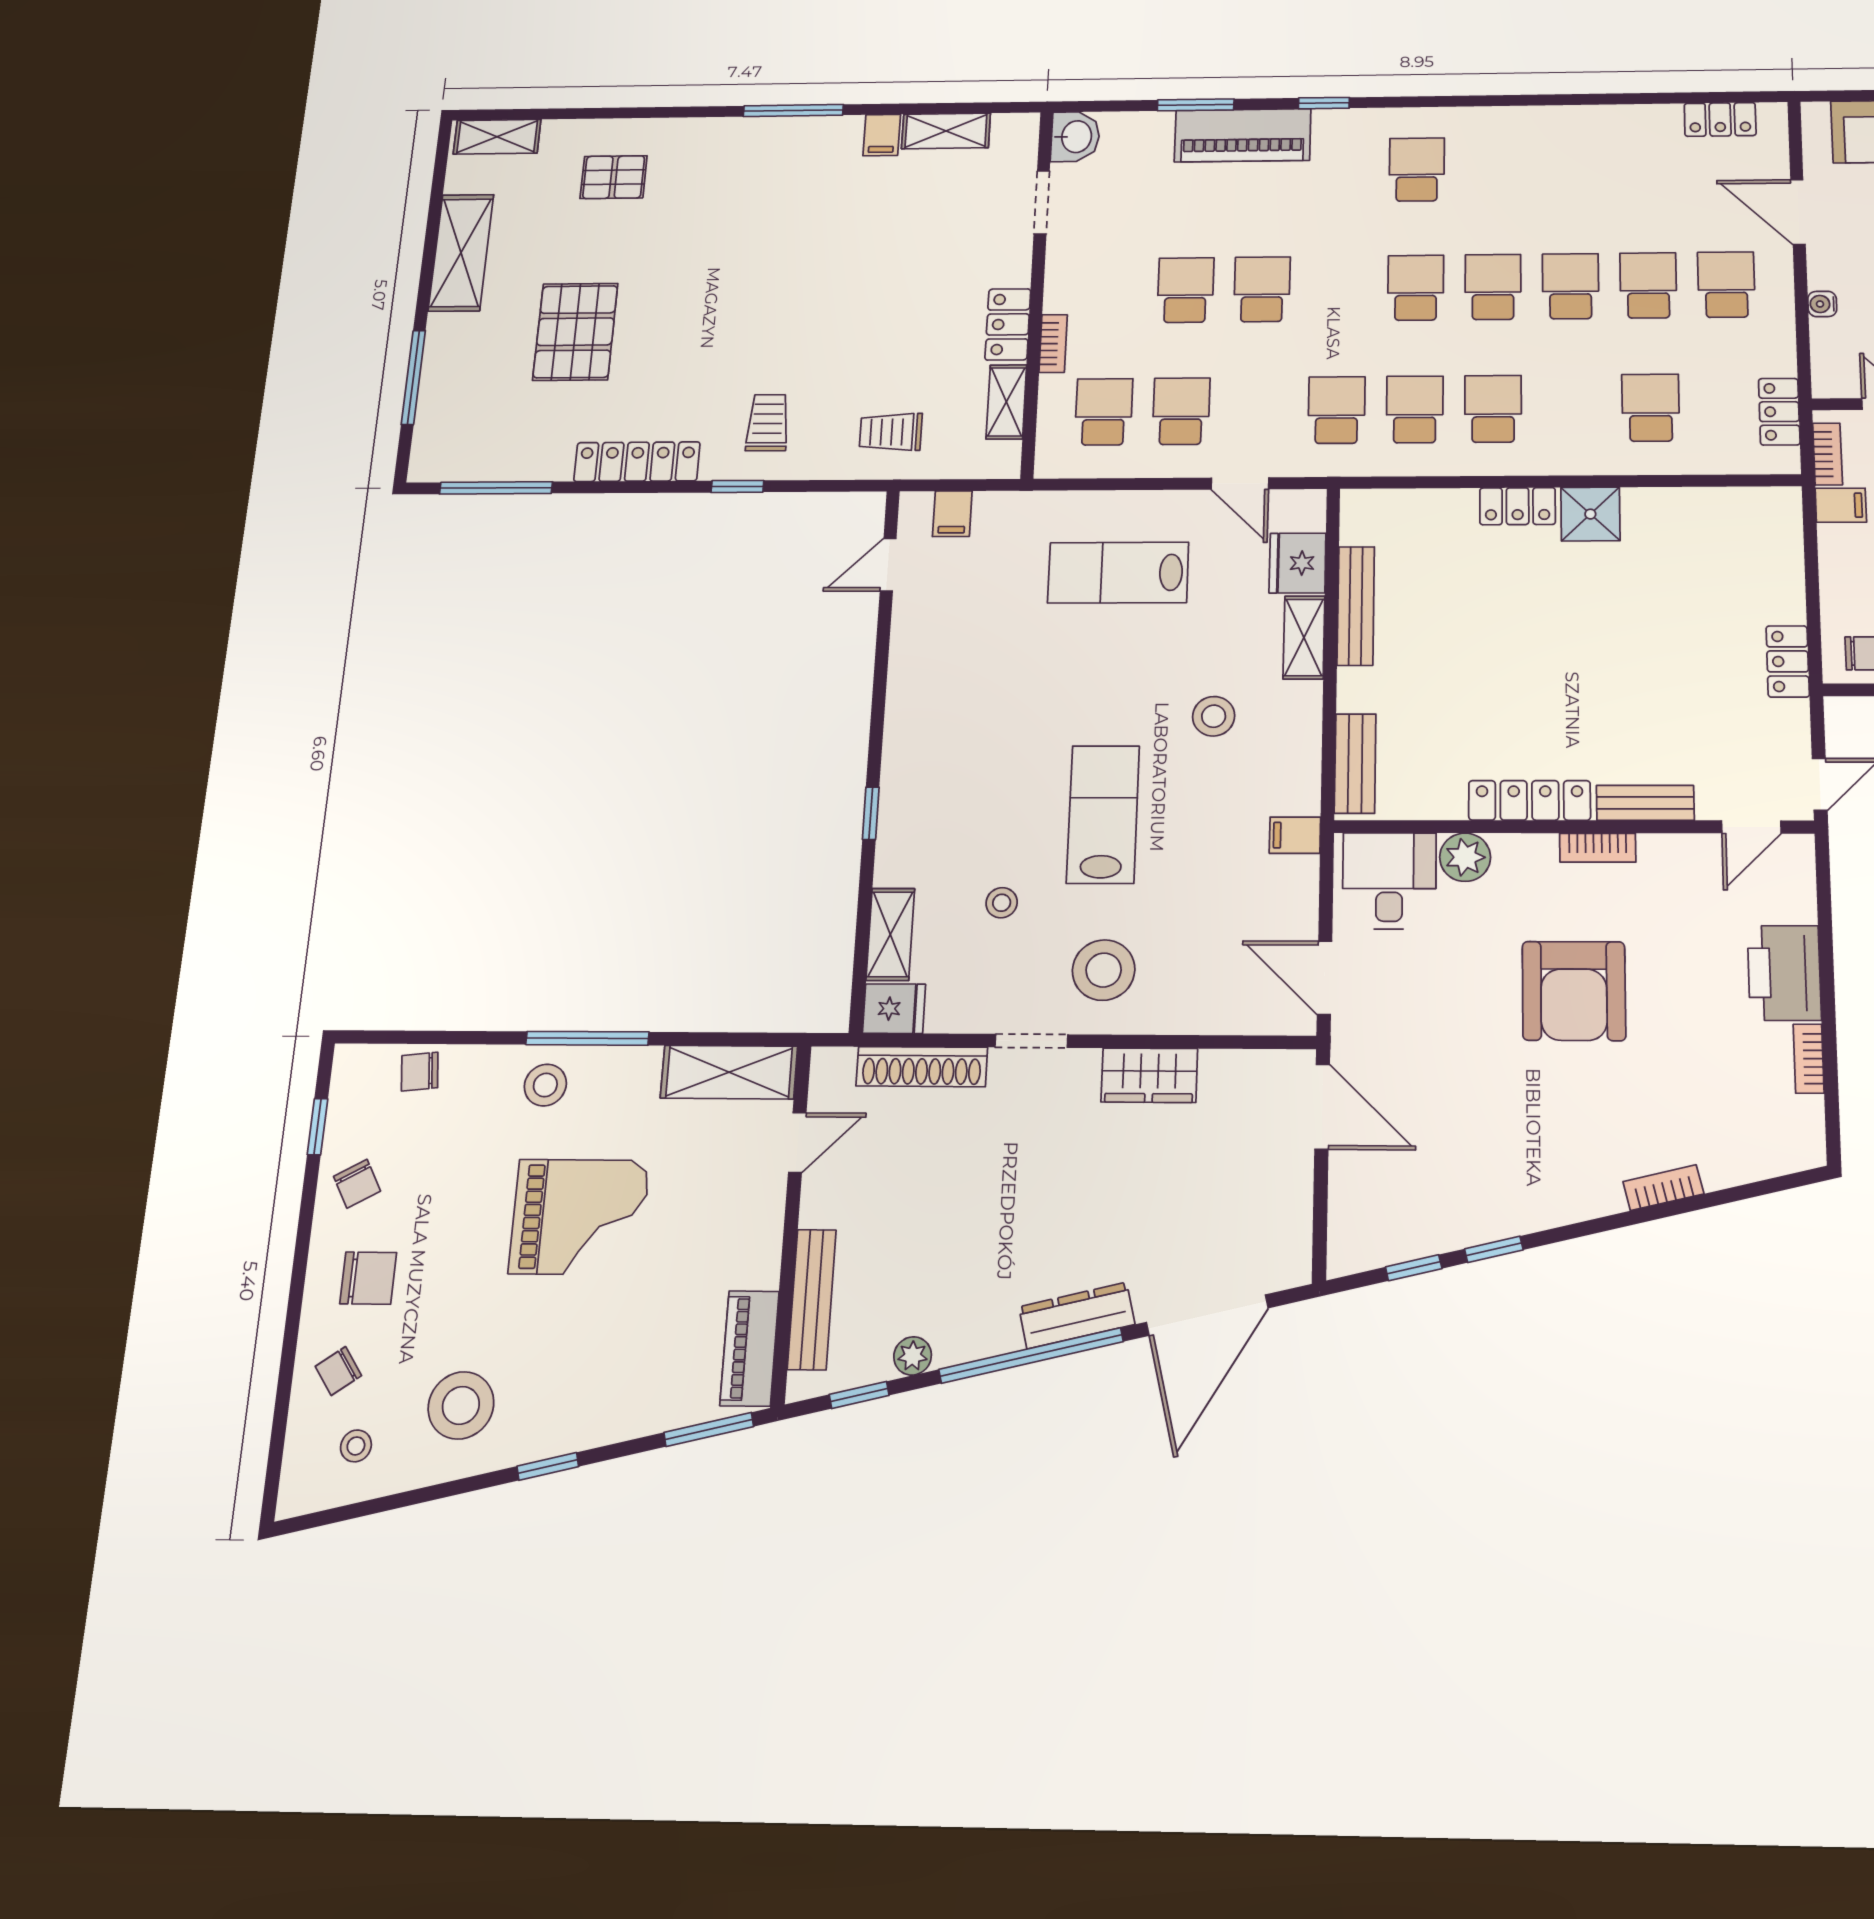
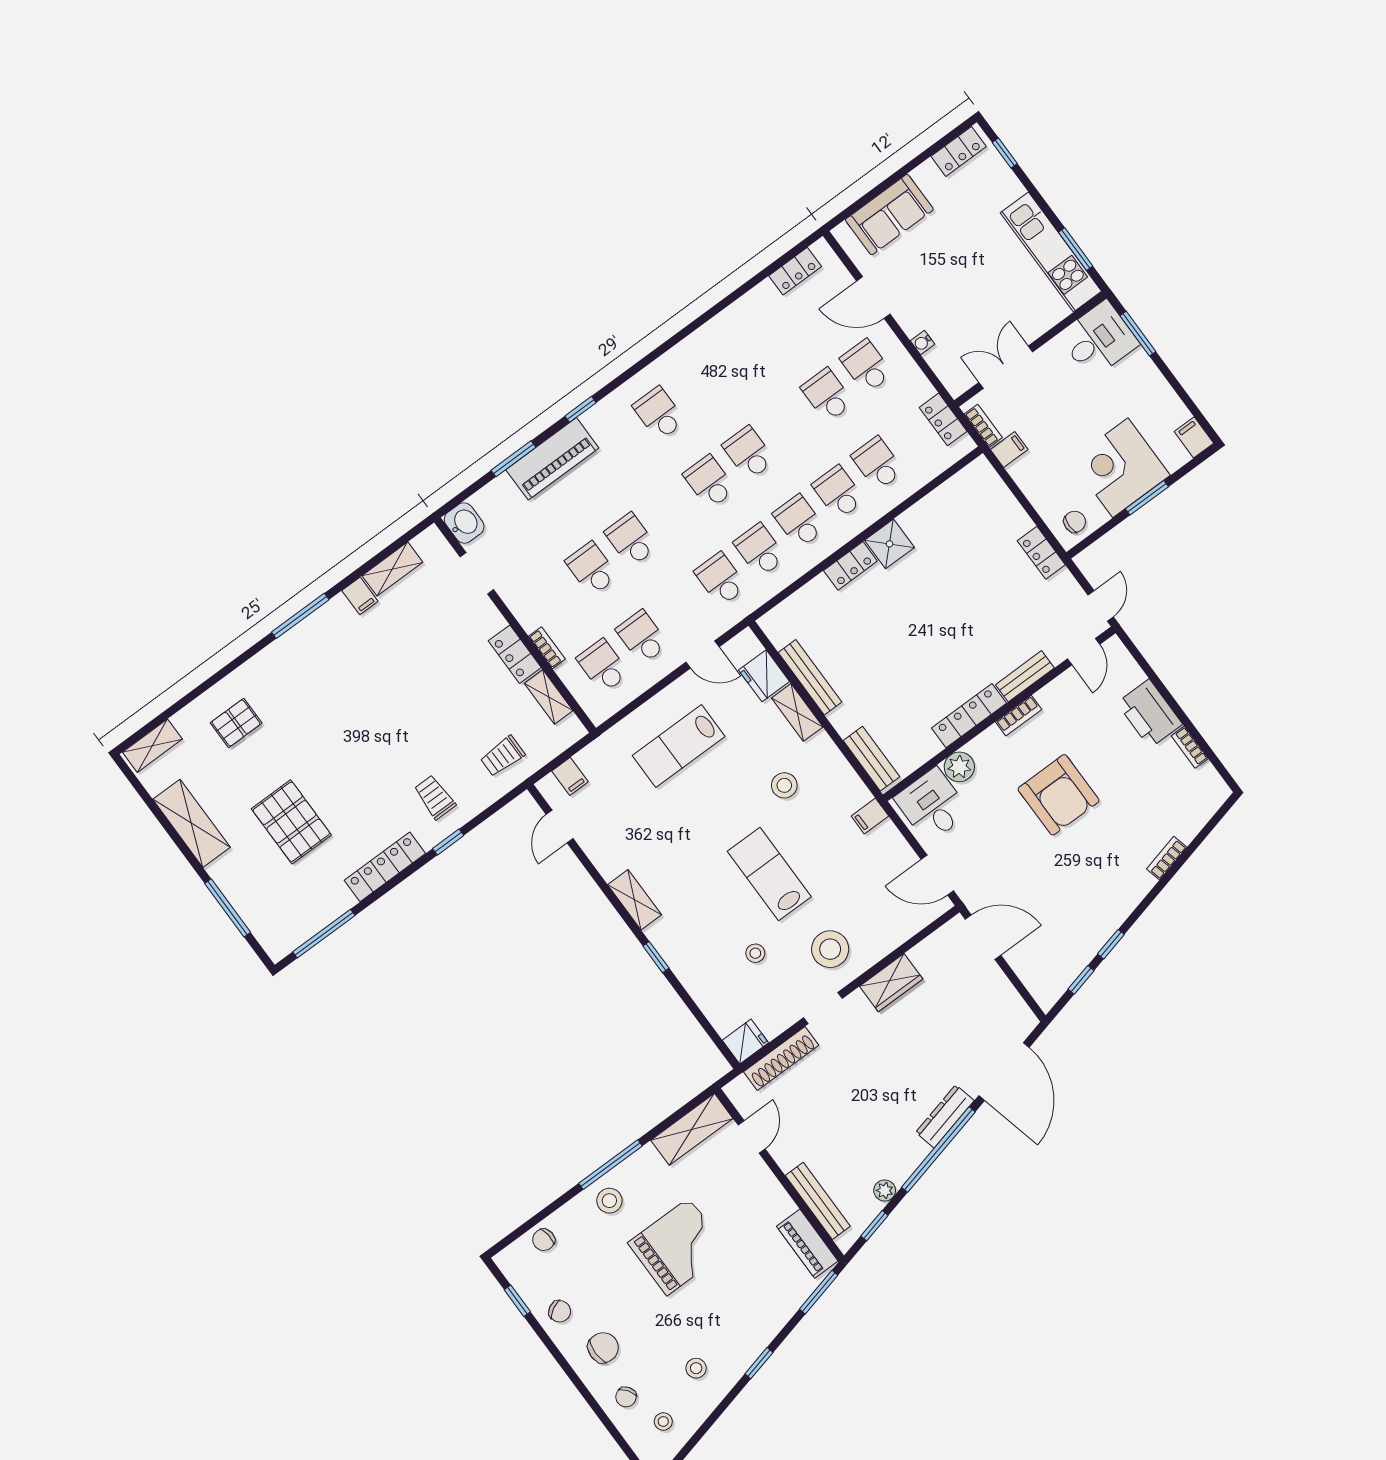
school desk: (1571, 286) -> (838, 492), moved
shelving: (890, 934) -> (635, 900), moved
stool: (461, 1405) -> (696, 1368), width x0.53, depth x0.53

